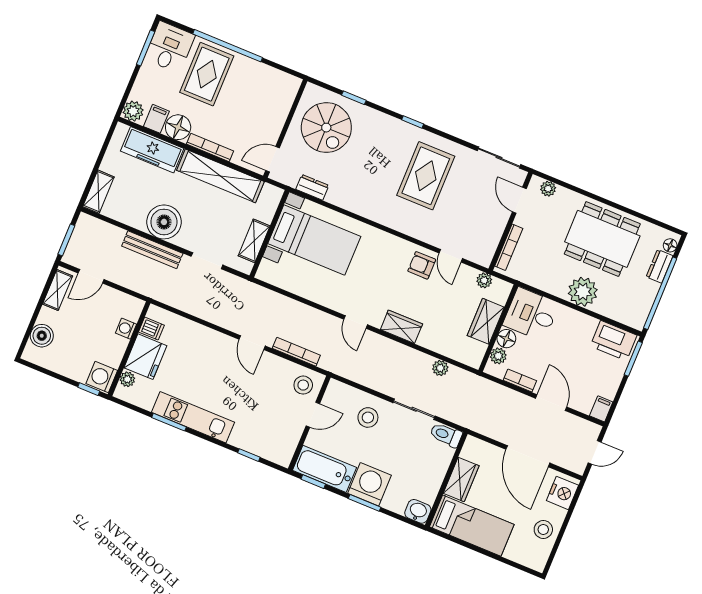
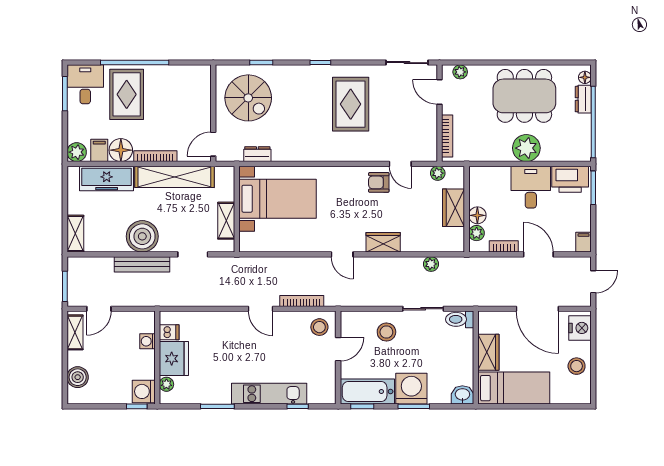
desk: (531, 314) -> (531, 187), moved, turned 90
kitchen unit: (193, 417) -> (269, 394), moved

